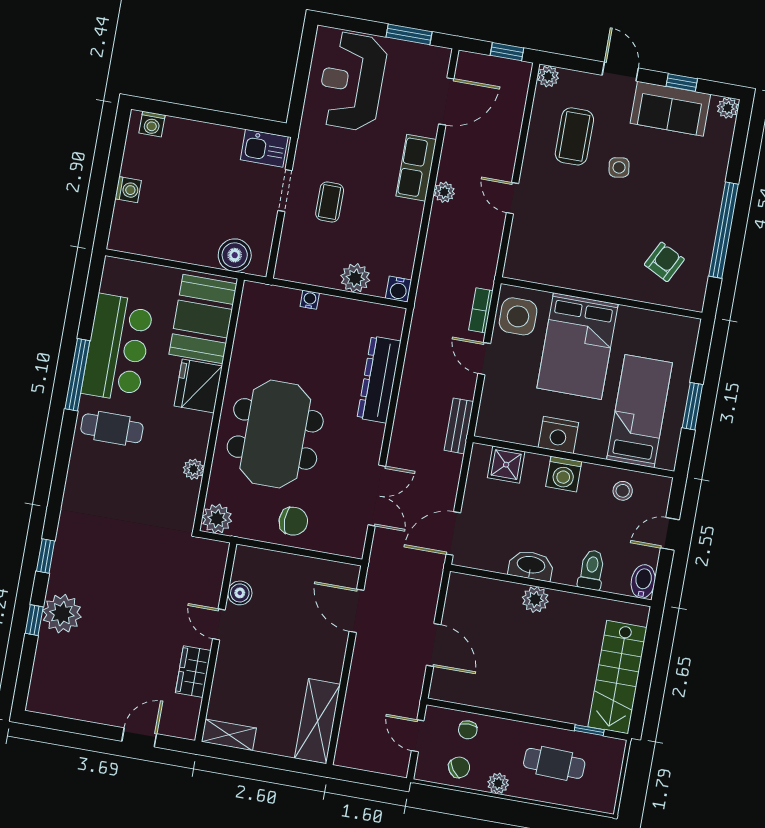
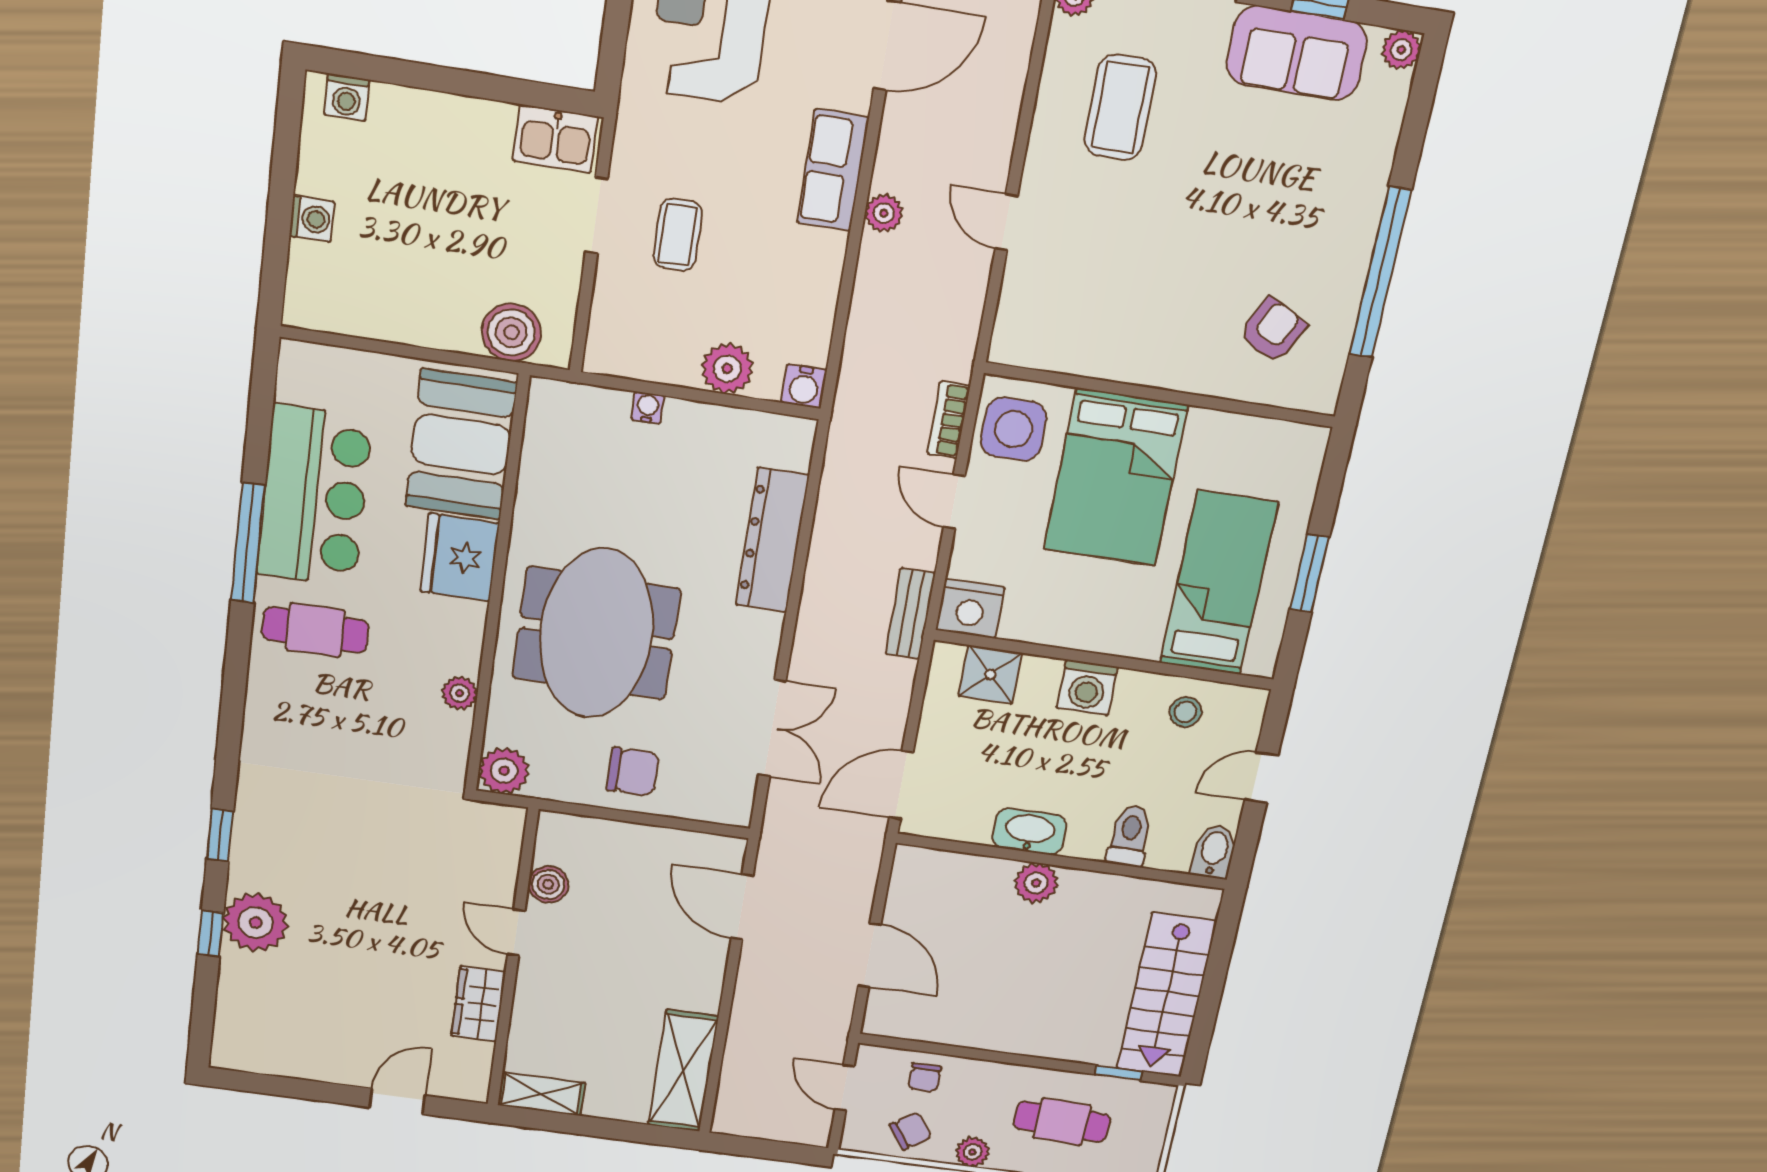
side table: (619, 167) -> (1199, 163), removed
nightstand: (558, 435) -> (970, 609), moved

